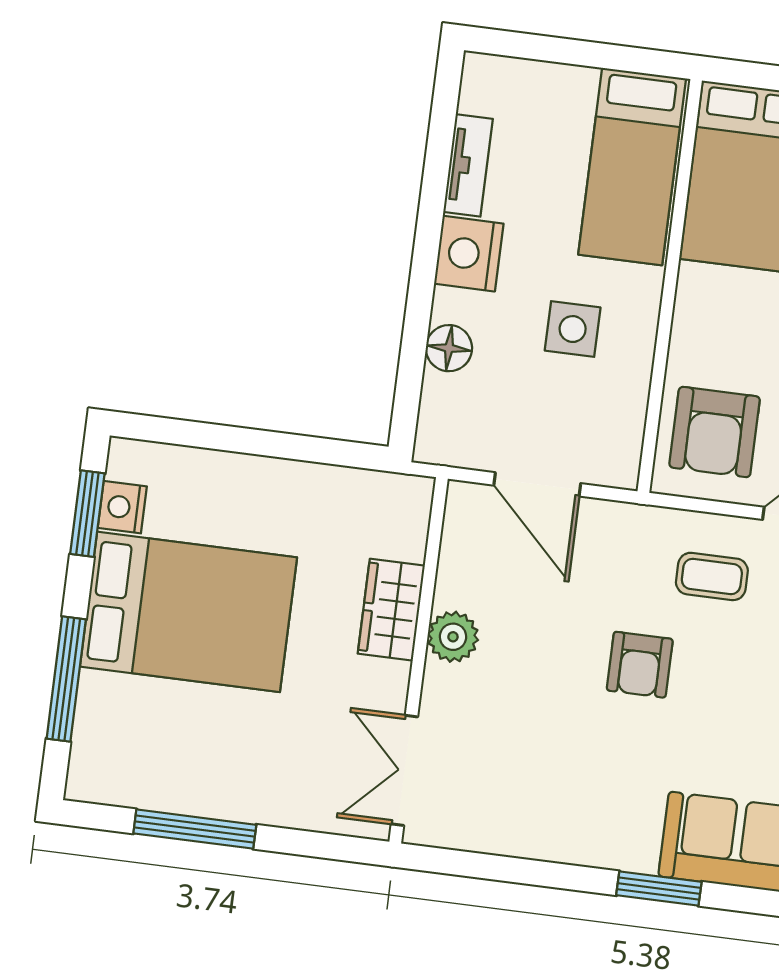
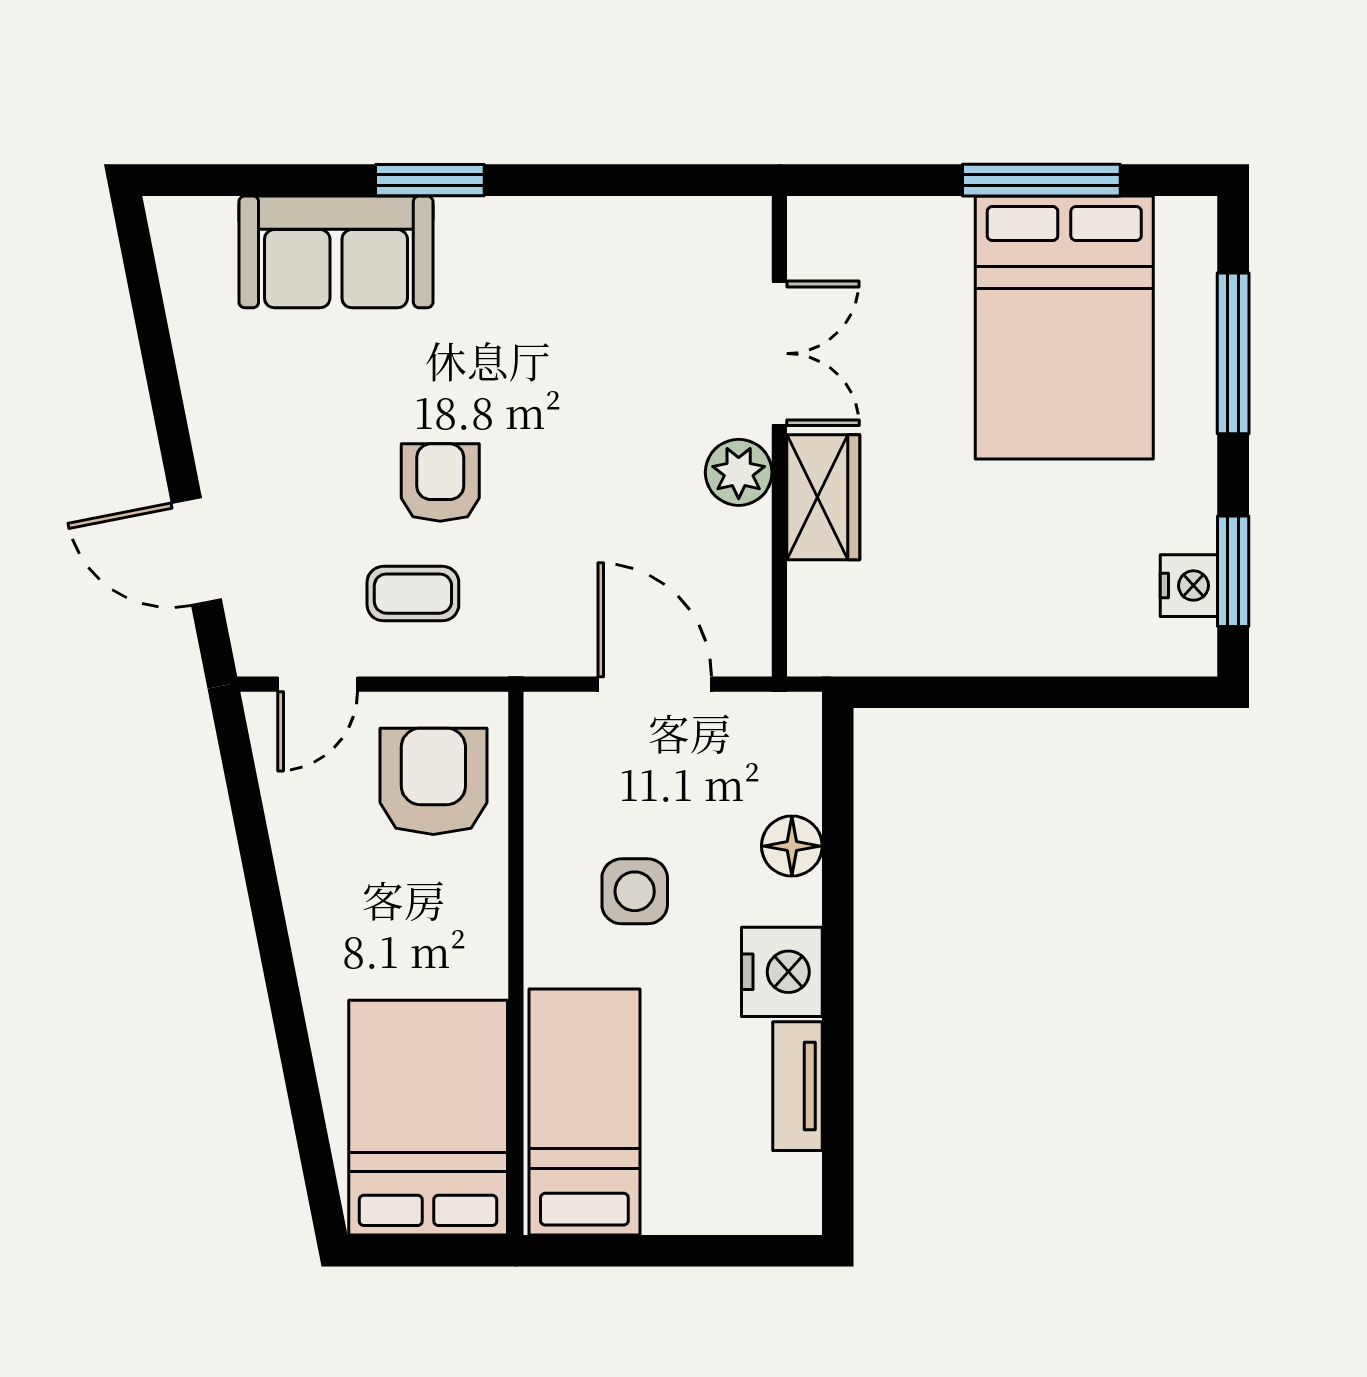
bed: (188, 612) -> (1064, 328), moved, turned -90
armchair: (640, 665) -> (440, 483), moved
double door: (404, 770) -> (779, 353), moved

